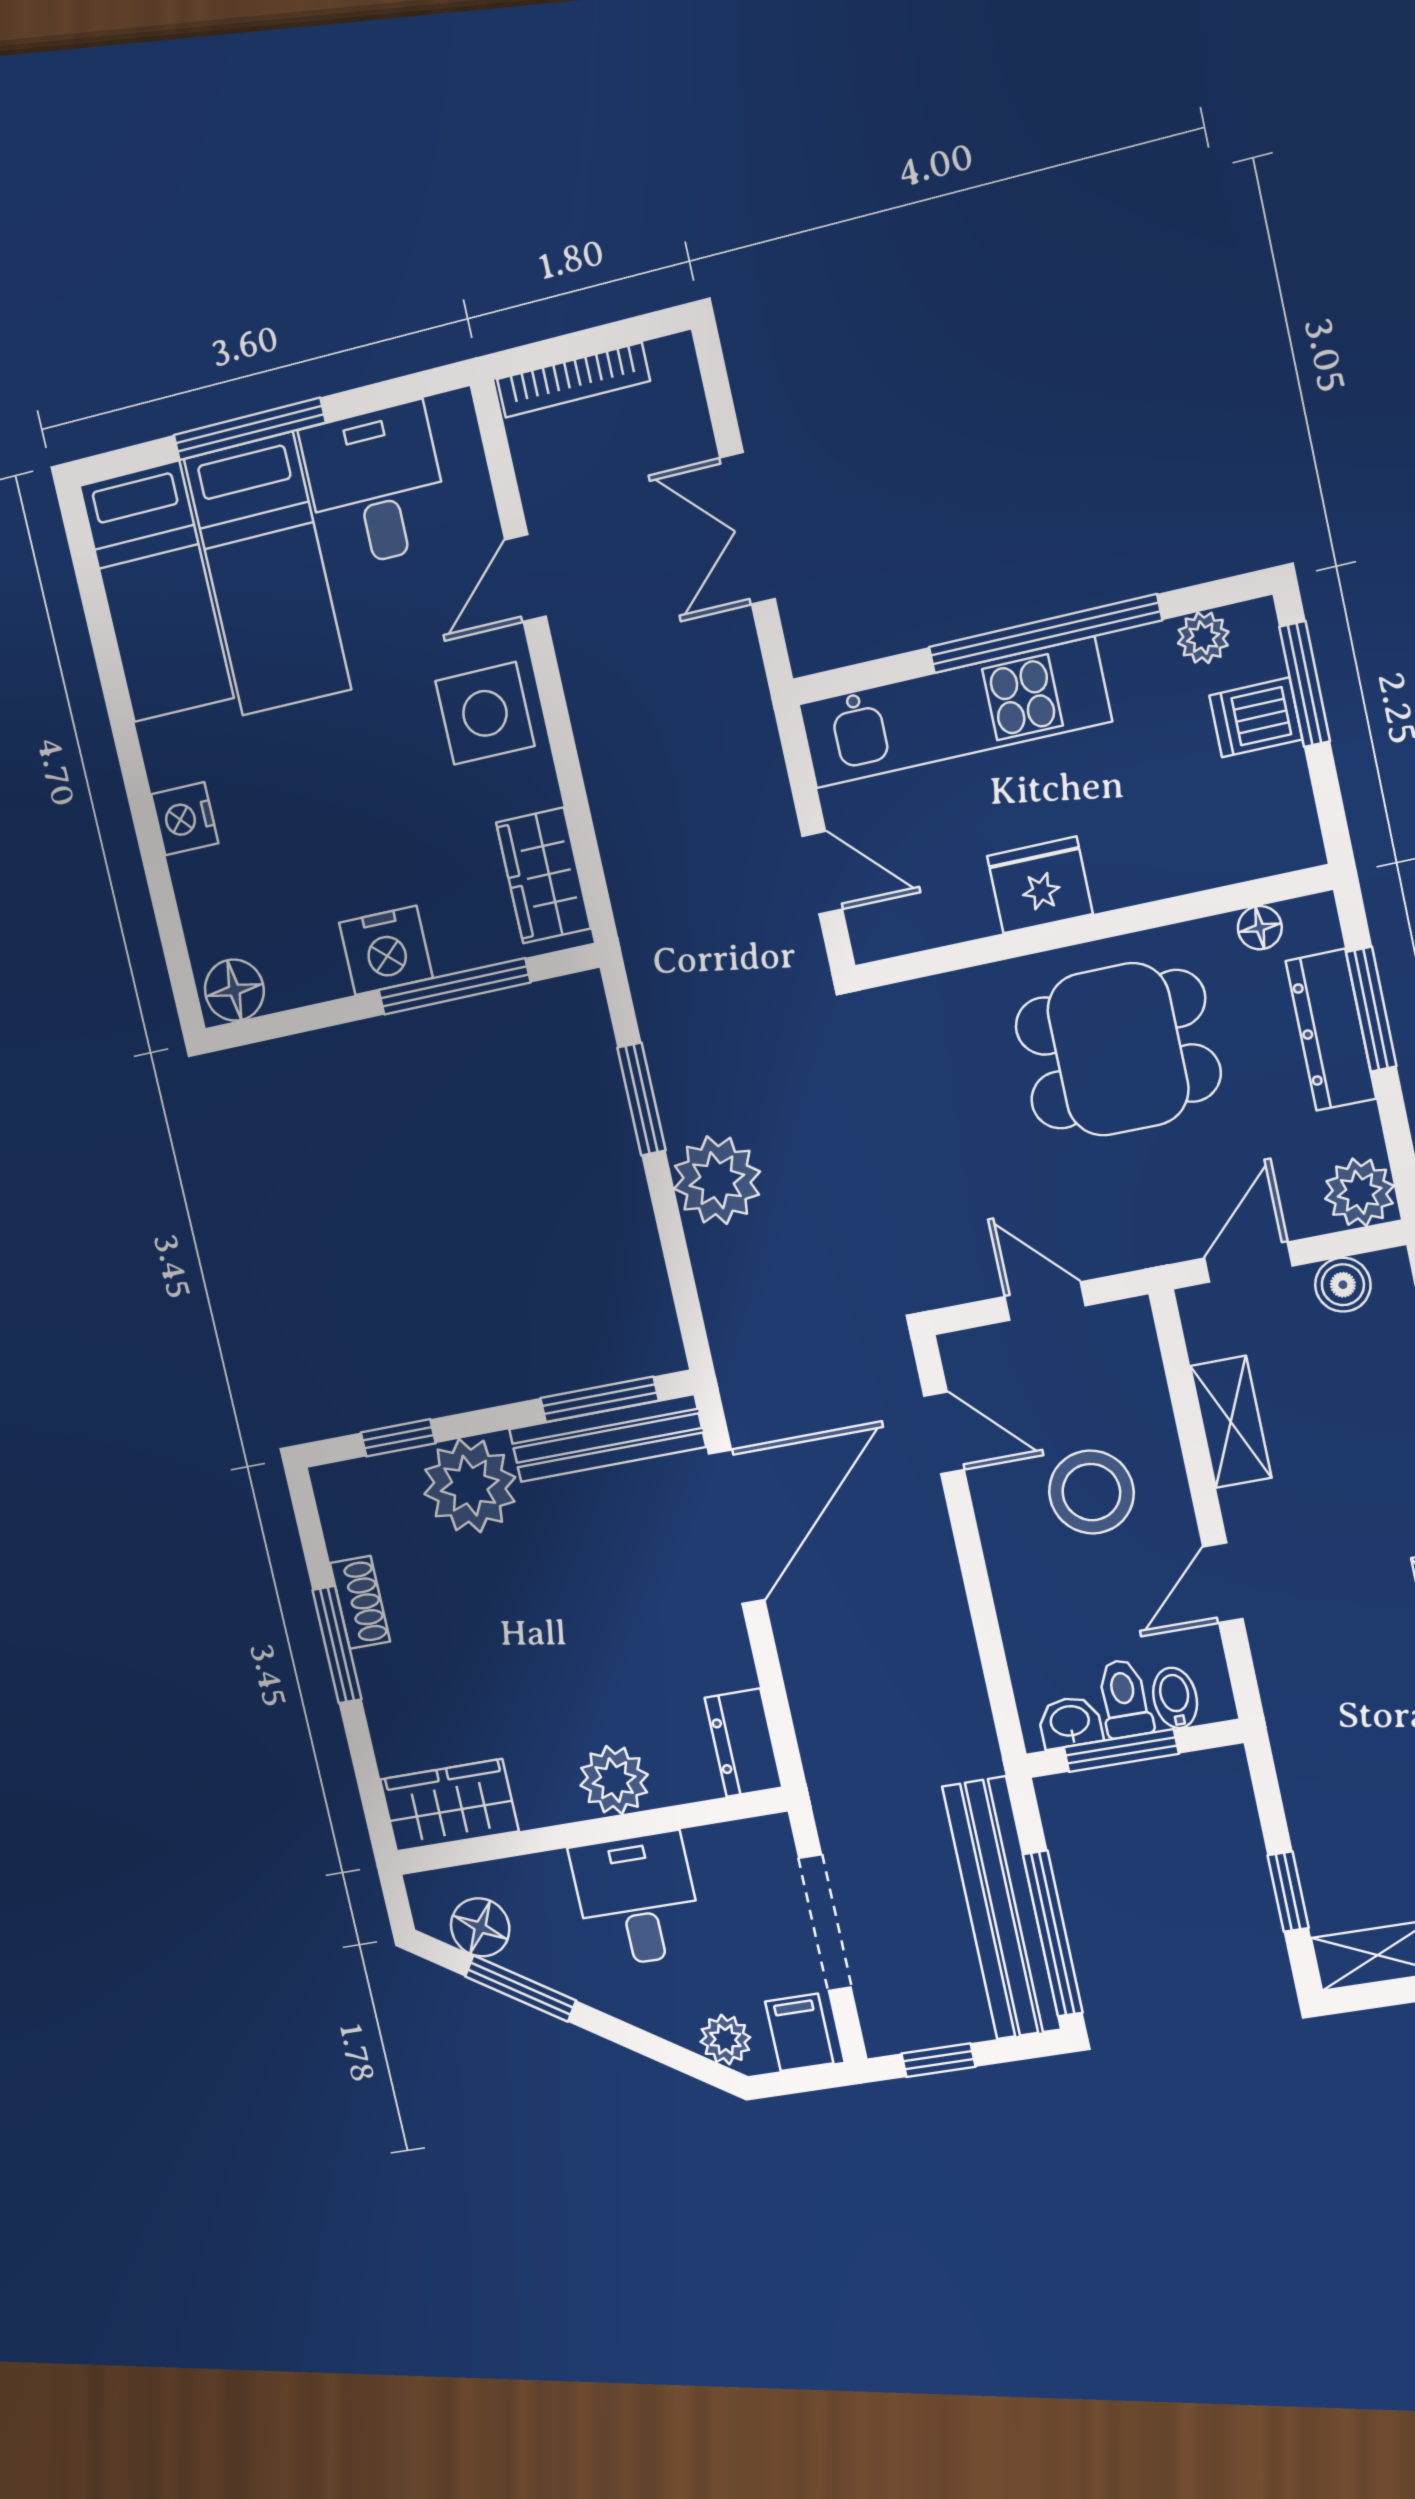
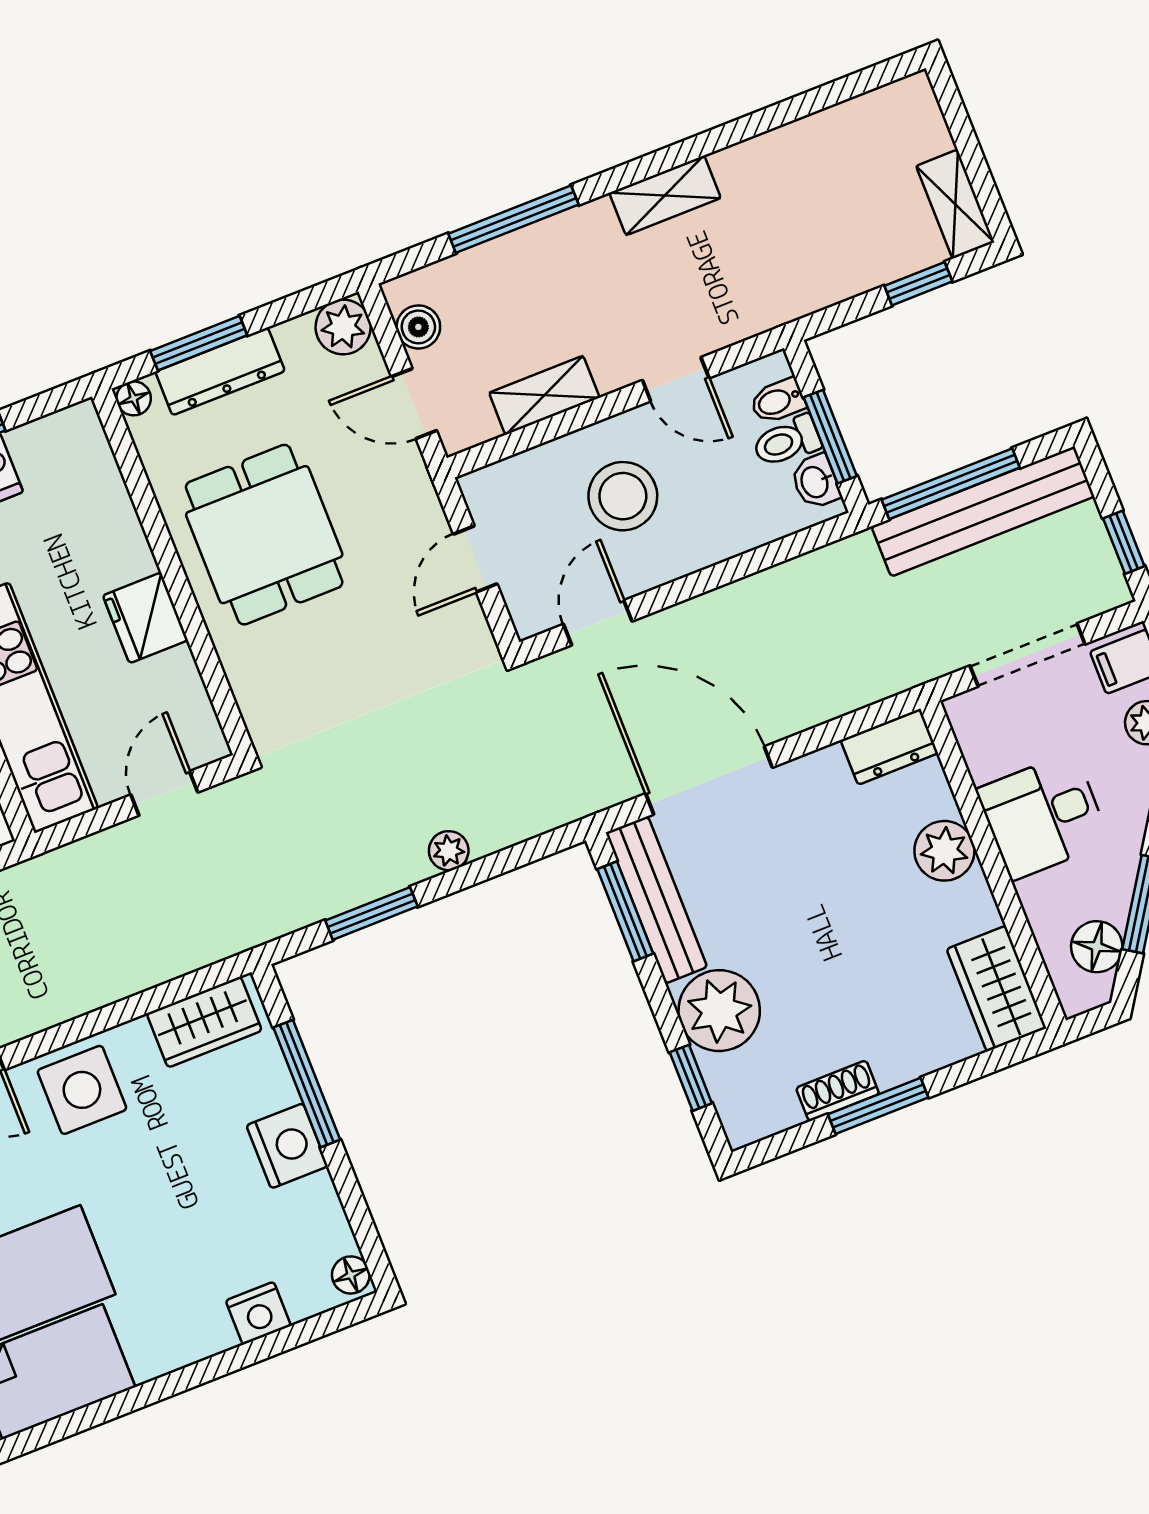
nightstand: (185, 819) -> (258, 1313), moved
floor lamp: (1260, 928) -> (134, 398), moved
floor lamp: (234, 990) -> (351, 1275), width x0.73, depth x0.73
plant: (717, 1180) -> (449, 851), width x0.53, depth x0.53
window: (1053, 1934) -> (951, 484), moved

